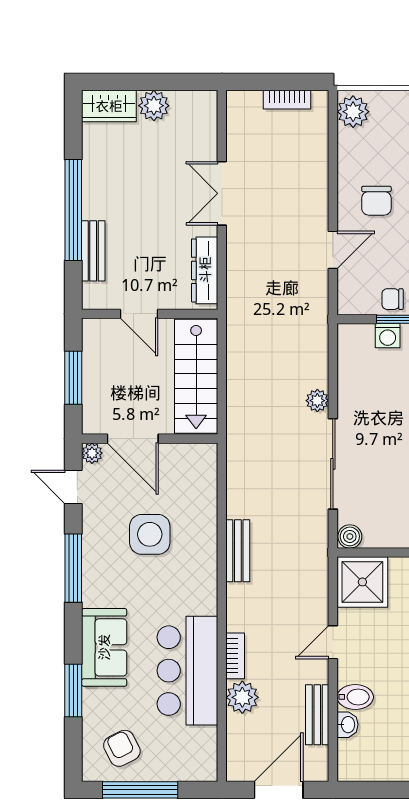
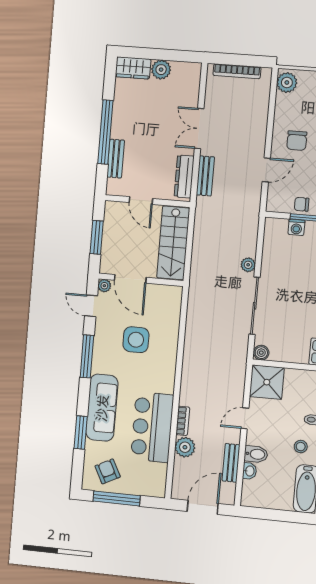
bookcase: (287, 100) -> (237, 71), width x1.56
bench: (238, 551) -> (205, 176), moved
sofa: (104, 647) -> (102, 408), width x1.36

